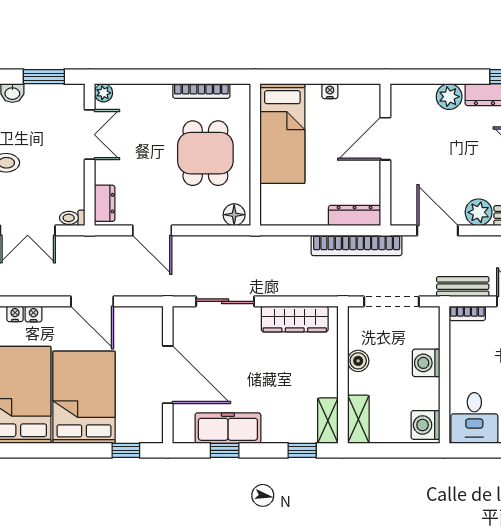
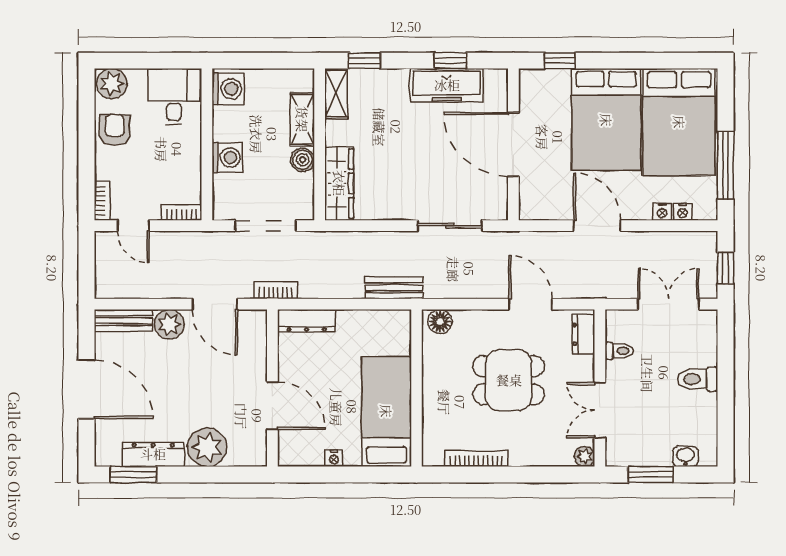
plant: (449, 97) -> (207, 447), width x1.36, depth x1.36
door: (385, 139) -> (272, 406), hinge flipped
dining table: (205, 153) -> (509, 380), moved, turned 90
toilet: (72, 218) -> (619, 351), moved
bookcase: (357, 245) -> (276, 290), width x0.43, depth x0.76
bench: (463, 287) -> (394, 288), moved
wardrobe: (295, 319) -> (339, 183), moved, turned 90
shelving: (358, 419) -> (302, 119), moved

